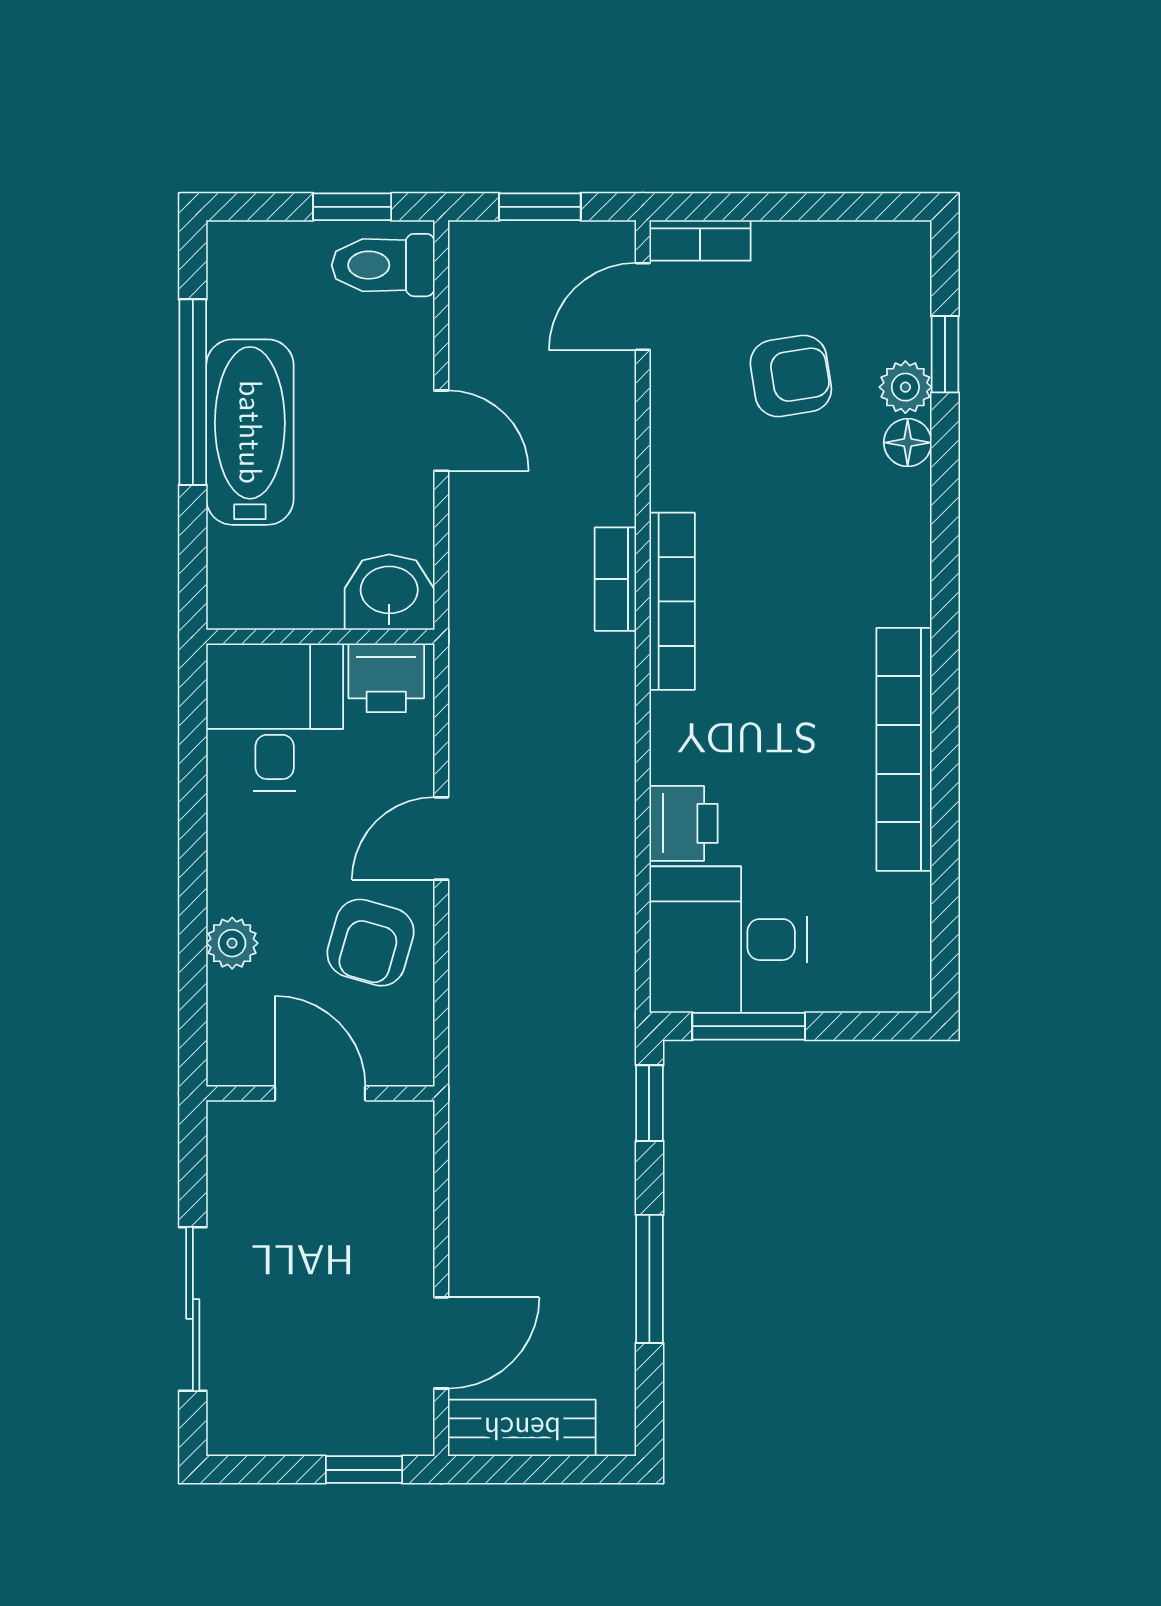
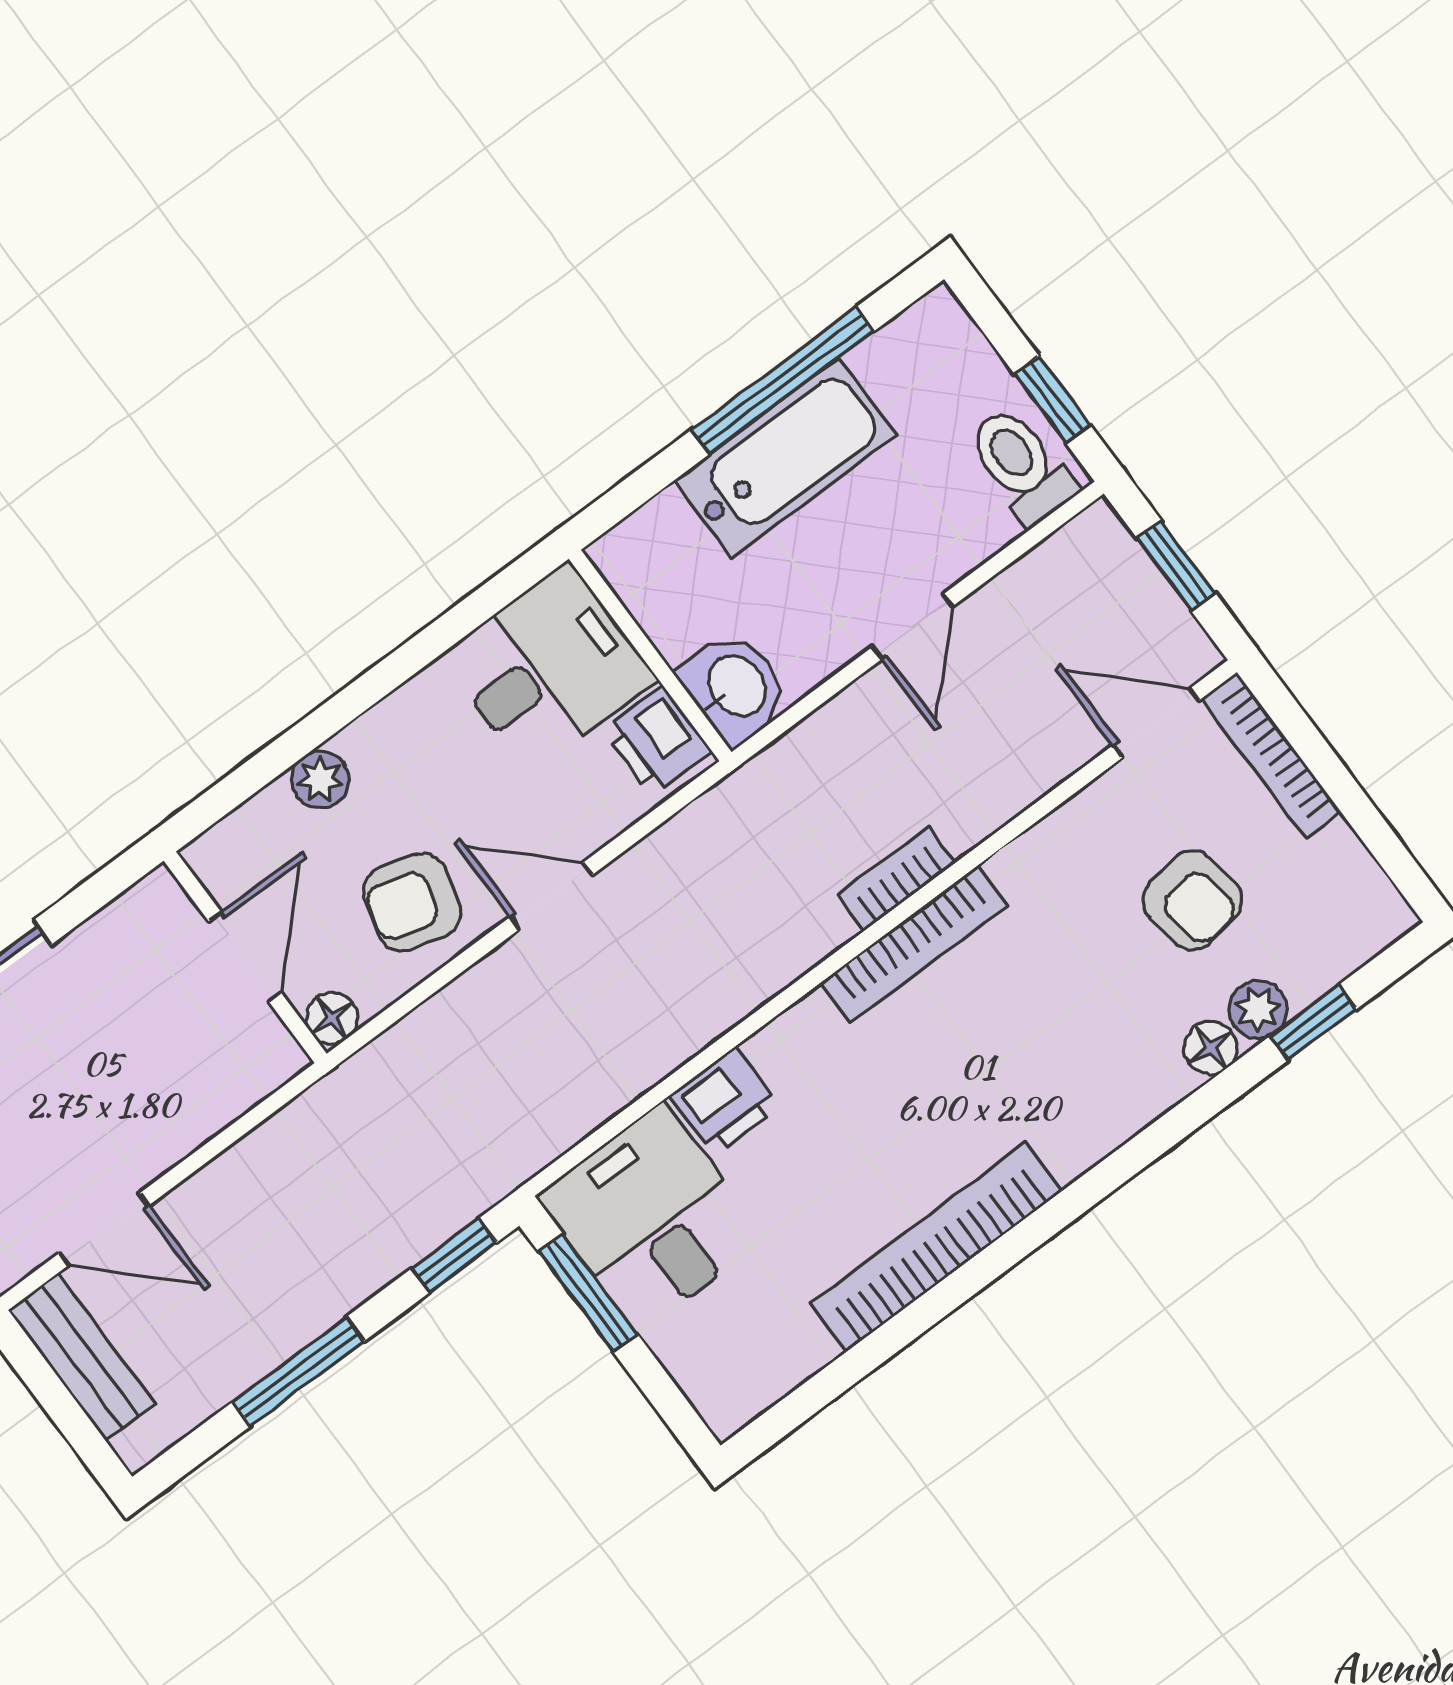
bookcase: (700, 240) -> (1271, 756), width x1.56
floor lamp: (411, 1063) -> (332, 1018), added

